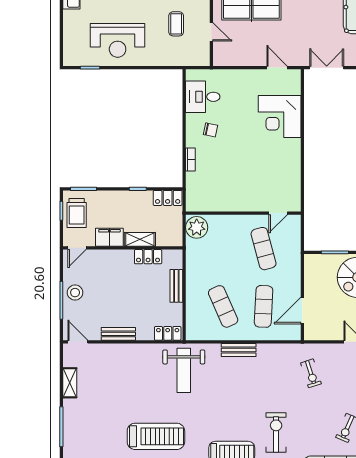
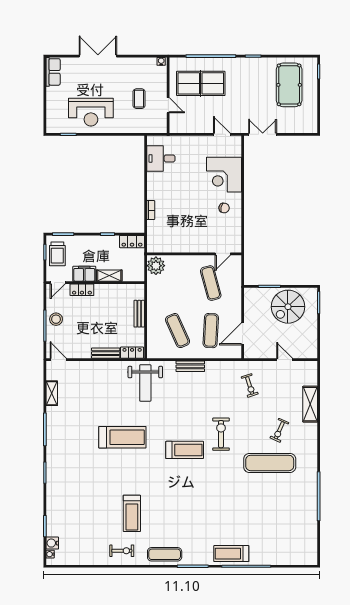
chair: (210, 130) -> (224, 208), moved
locker: (148, 257) -> (82, 290), moved
bench: (118, 334) -> (106, 353), moved

